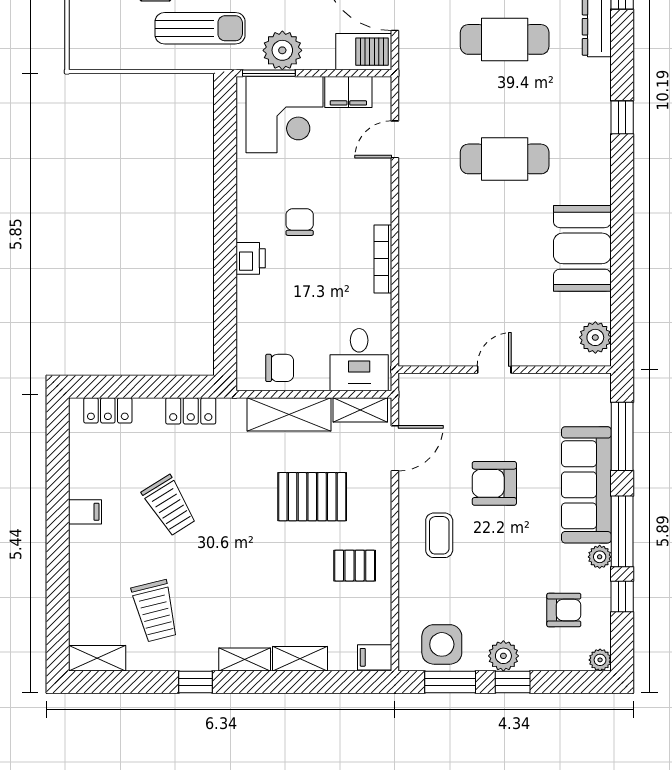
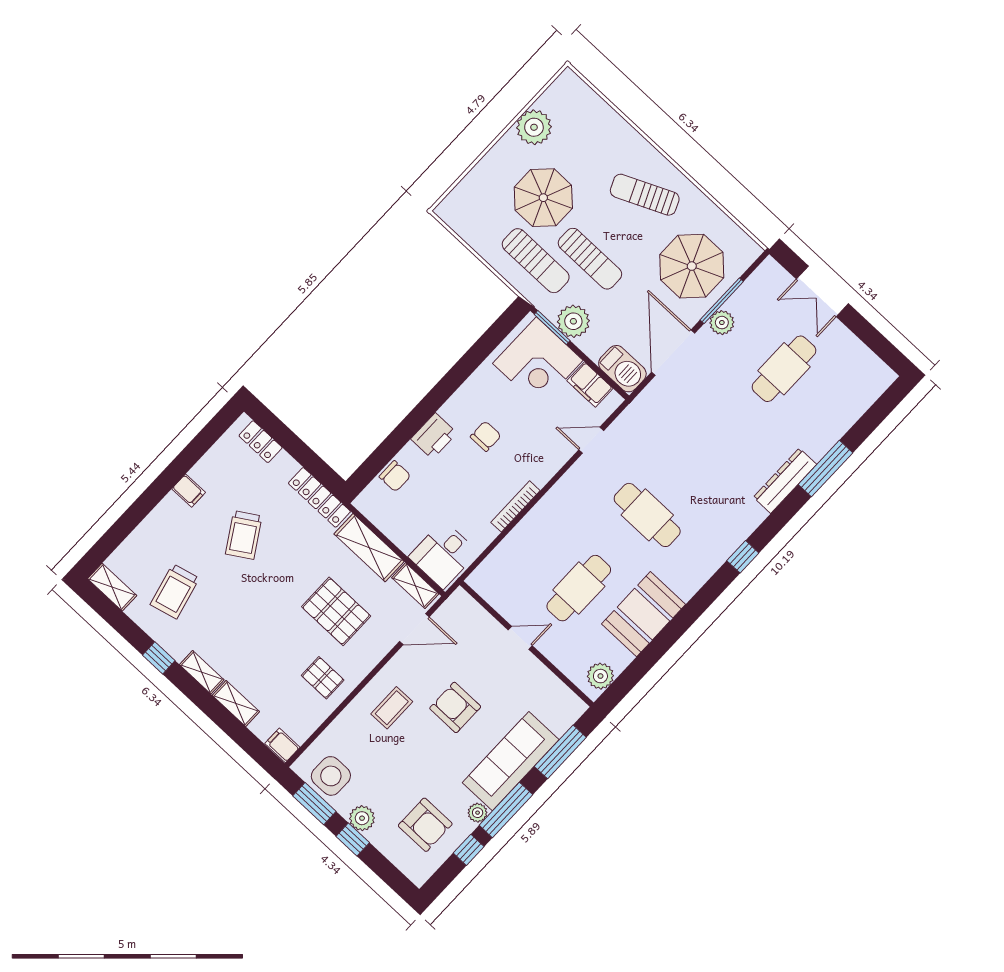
cafe table: (505, 39) -> (579, 588), moved, turned 90
printer: (251, 258) -> (434, 436), width x1.36, depth x1.24
chair: (280, 368) -> (395, 476), moved
locker: (191, 411) -> (319, 497), width x1.53
armchair: (564, 610) -> (425, 825), width x1.38, depth x1.38
plant: (600, 660) -> (419, 876), removed

